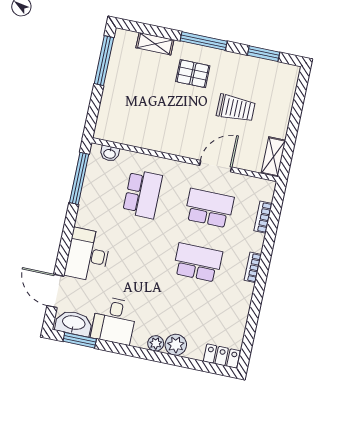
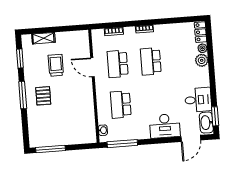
shelving: (155, 44) -> (32, 123), removed
shelving: (273, 157) -> (43, 38), moved
school desk: (143, 194) -> (121, 105), turned -90
plant: (156, 343) -> (202, 48), moved

